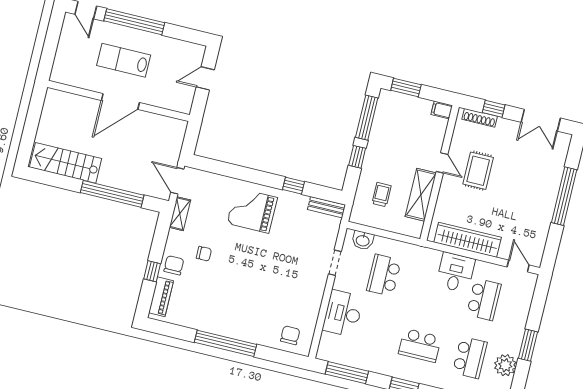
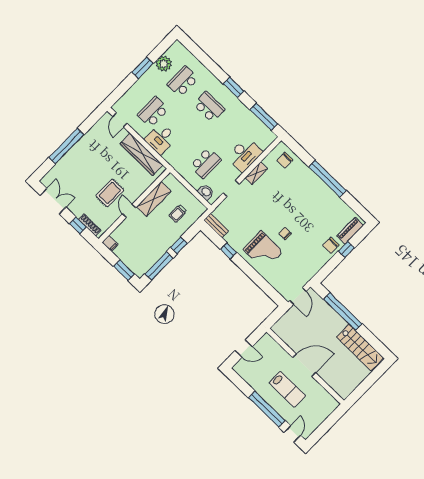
shelving: (180, 214) -> (256, 173), moved
chair: (204, 254) -> (285, 233), moved

